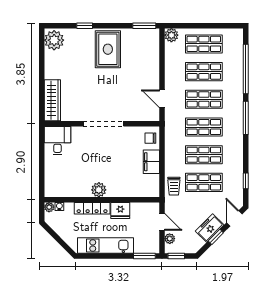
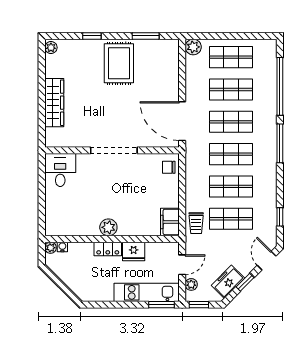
window: (144, 26) -> (146, 36), moved
plant: (54, 40) -> (51, 47), width x0.53, depth x0.53
door: (162, 99) -> (182, 121), width x1.88
wardrobe: (52, 100) -> (54, 103), moved
filing cabinet: (151, 162) -> (170, 222), moved
locker: (92, 208) -> (108, 249), width x0.66
door: (162, 222) -> (182, 265), hinge flipped
freezer: (210, 228) -> (228, 282), moved
kitchen unit: (106, 245) -> (147, 292), moved

